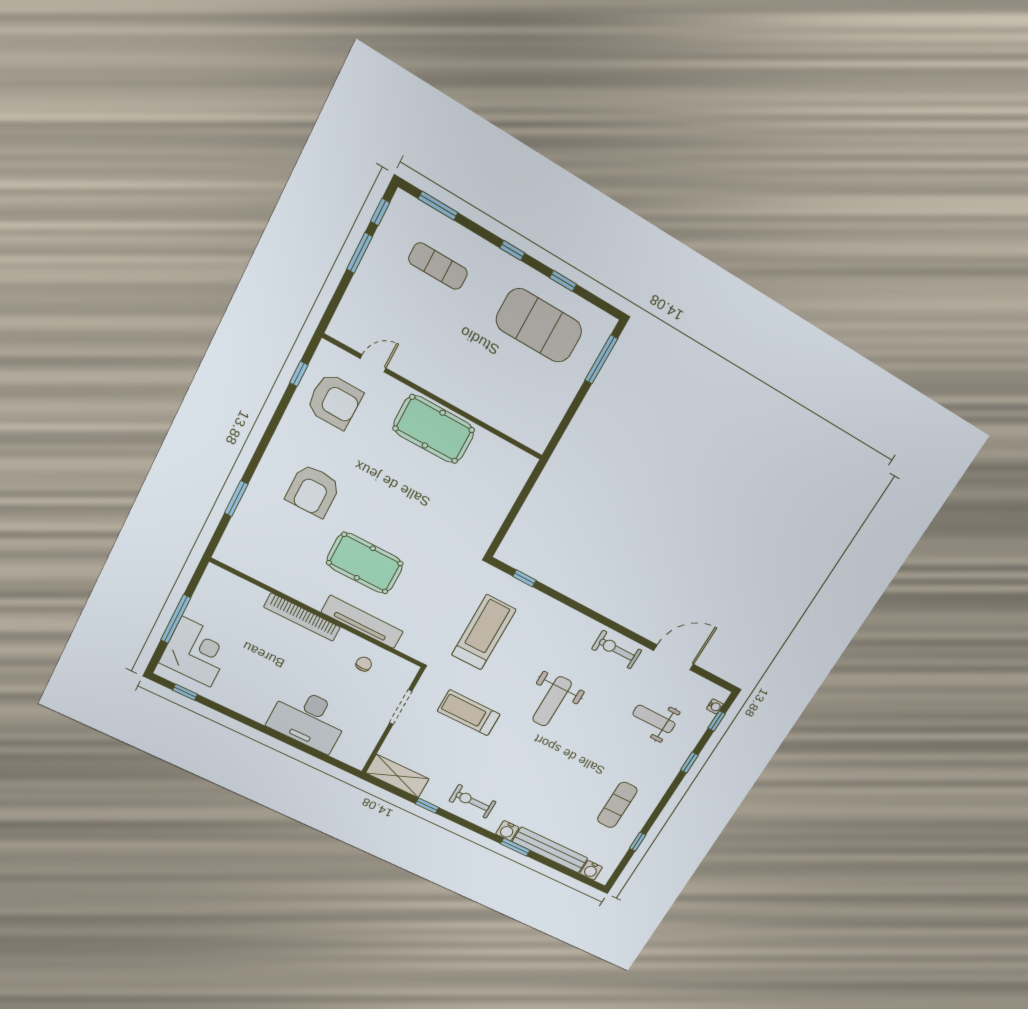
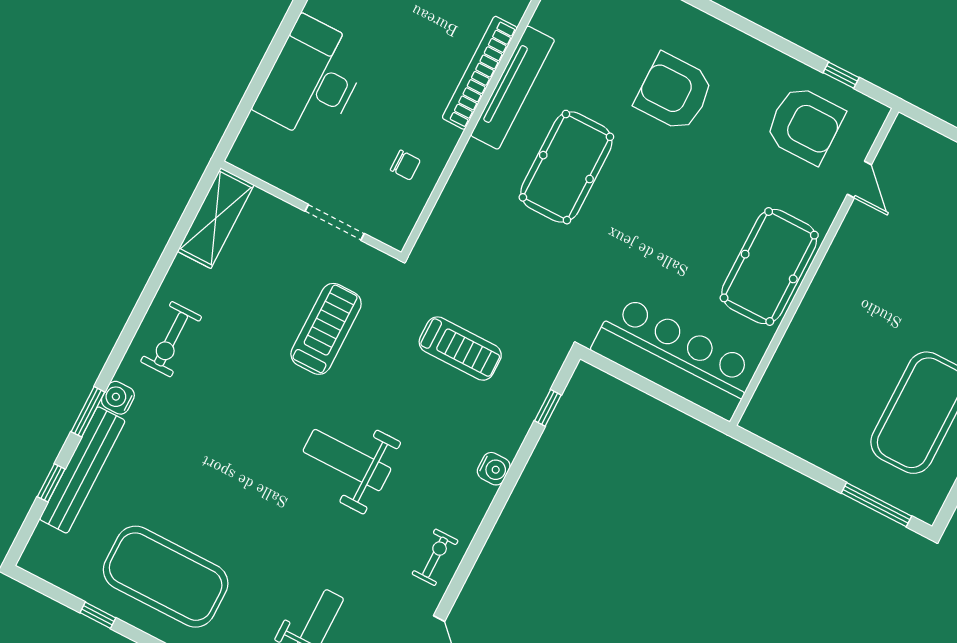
armchair: (334, 401) -> (805, 125), turned -91
bar counter: (494, 495) -> (674, 358), added
tv unit: (362, 622) -> (513, 88), moved
treadmill: (484, 632) -> (460, 349), width x0.73, depth x0.73
exercise bike: (617, 650) -> (435, 557), width x0.73, depth x0.72
exercise bike: (472, 801) -> (171, 339), turned 180
exercise mat: (617, 805) -> (166, 577), width x2.00, depth x1.45
window: (427, 806) -> (51, 483), moved
water cooler: (591, 870) -> (494, 469), moved, turned 180

